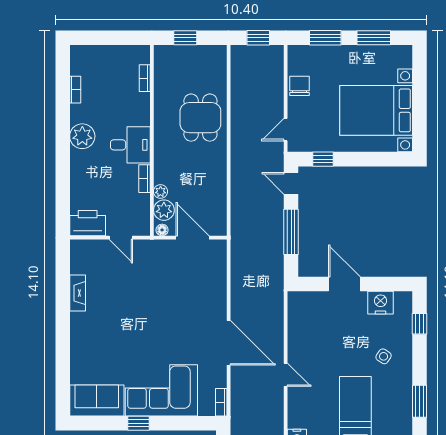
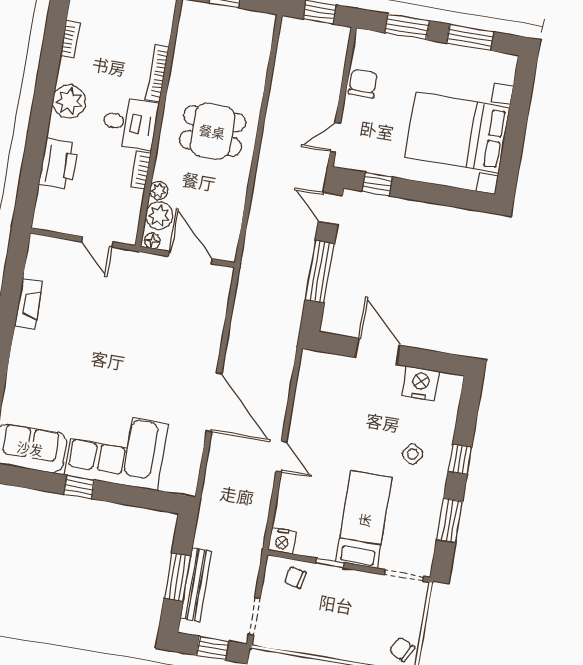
bookcase: (145, 78) -> (157, 73), moved, width x1.56
dining table: (200, 118) -> (212, 131), moved, turned 90
printer: (88, 223) -> (59, 164), moved, turned 90
window: (420, 324) -> (460, 459), moved
bookcase: (221, 402) -> (191, 478), removed

